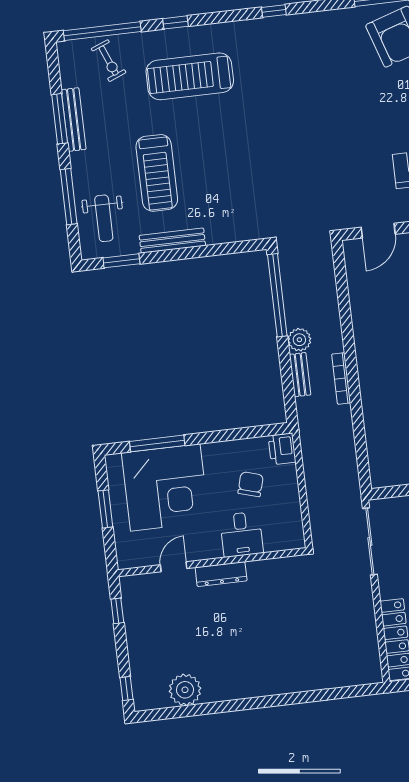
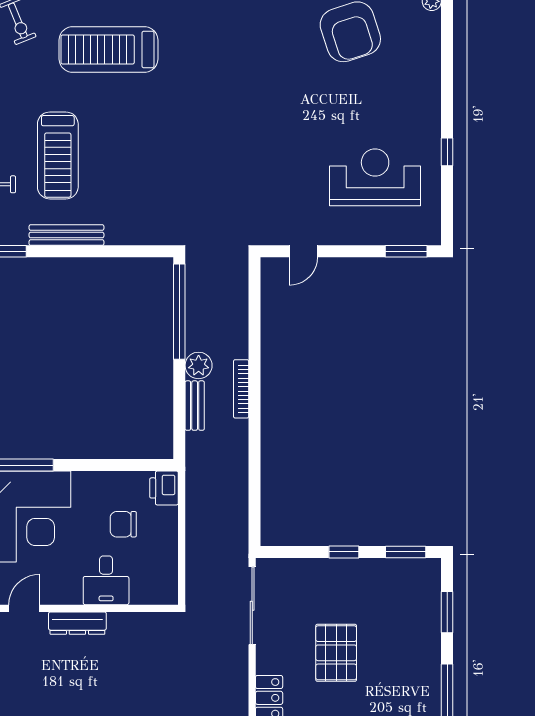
door: (378, 231) -> (303, 251), width x0.73
bookcase: (341, 379) -> (241, 389), moved
chair: (251, 484) -> (123, 524), turned -106

